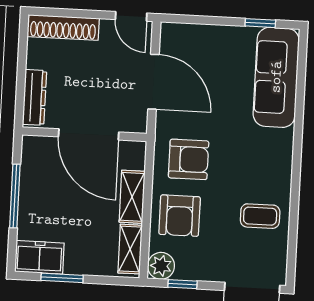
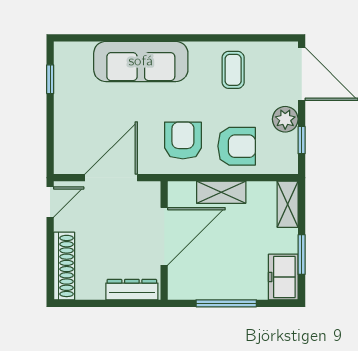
sofa: (276, 77) -> (141, 61), moved
shelving: (130, 249) -> (288, 204), moved, turned 90
plant: (161, 266) -> (285, 119), moved

